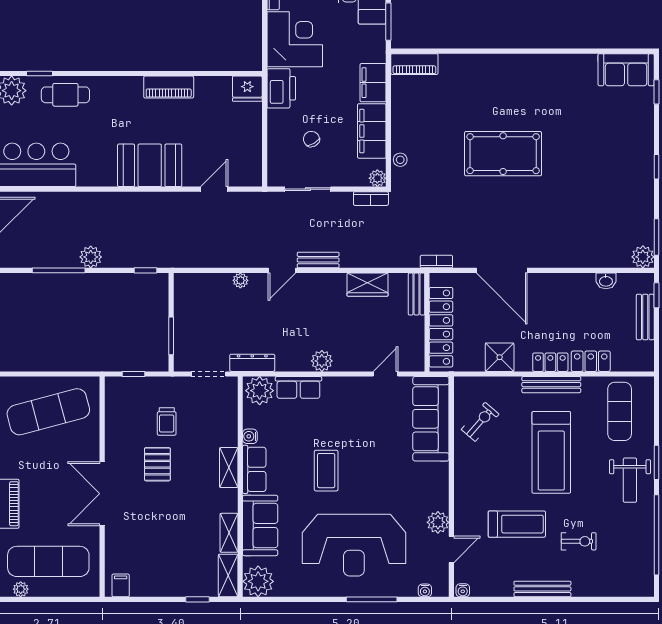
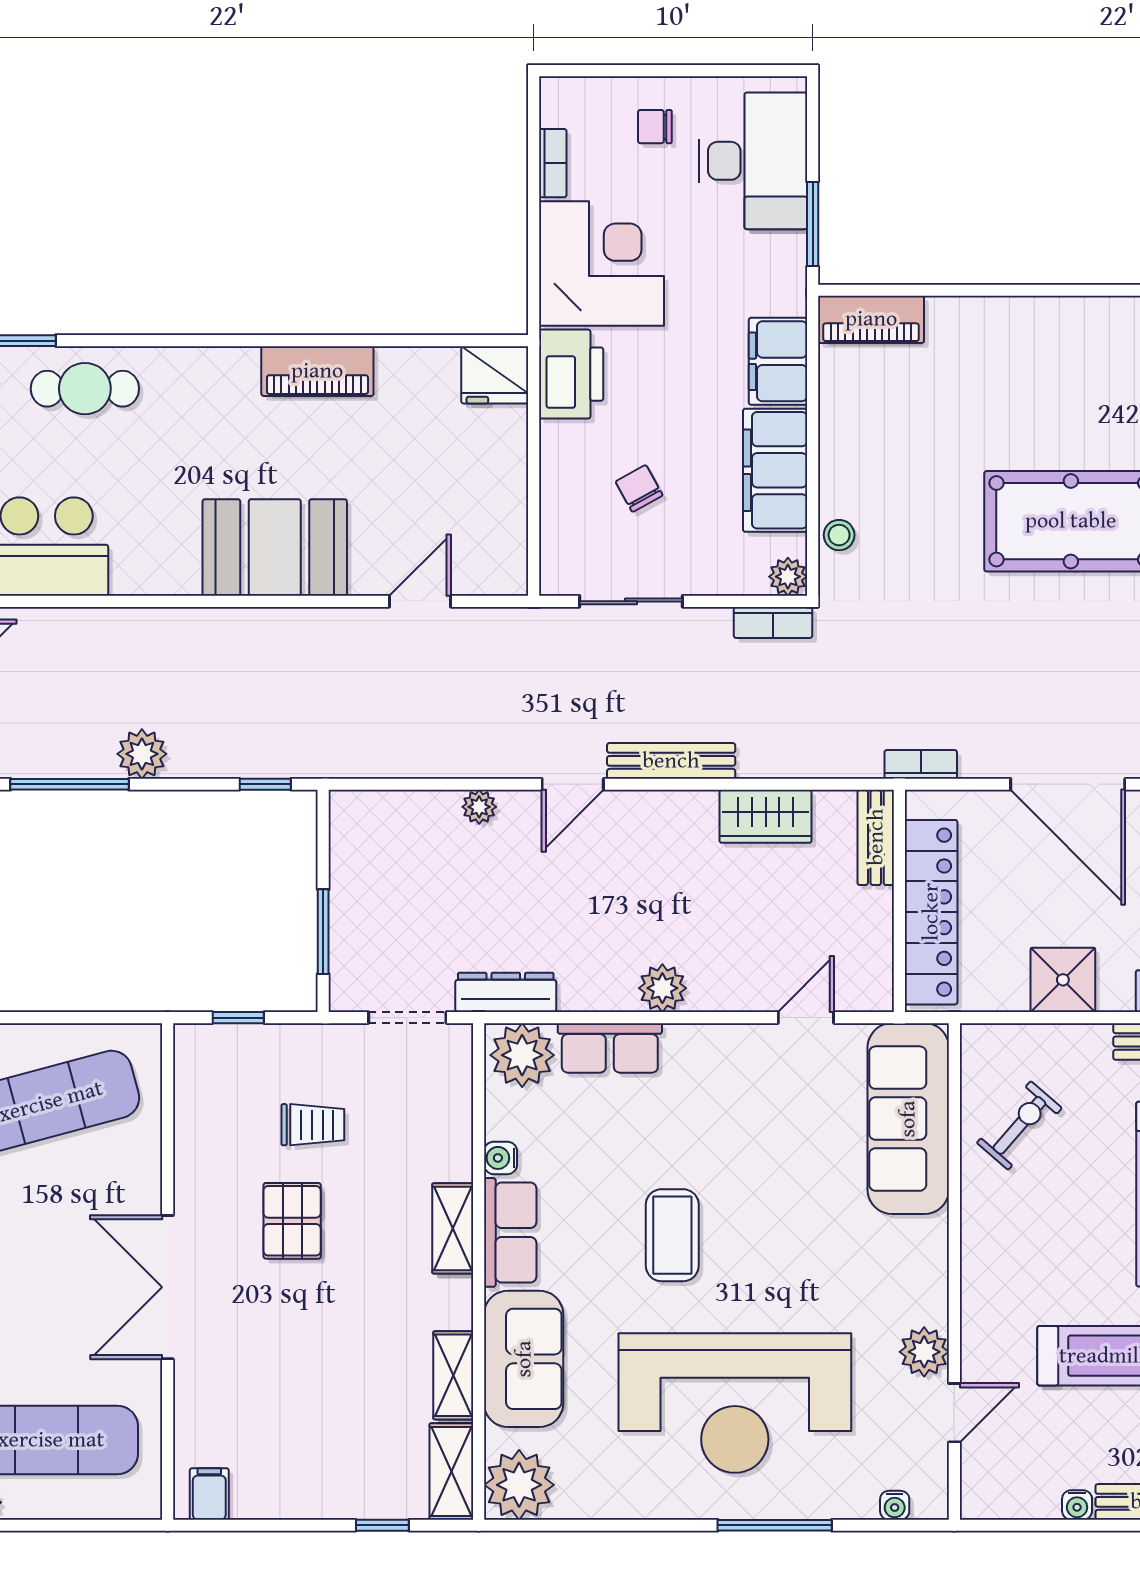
bench: (318, 260) -> (671, 761), width x1.36
trolley: (167, 422) -> (313, 1125), turned -90
water cooler: (463, 590) -> (1077, 1505), moved

